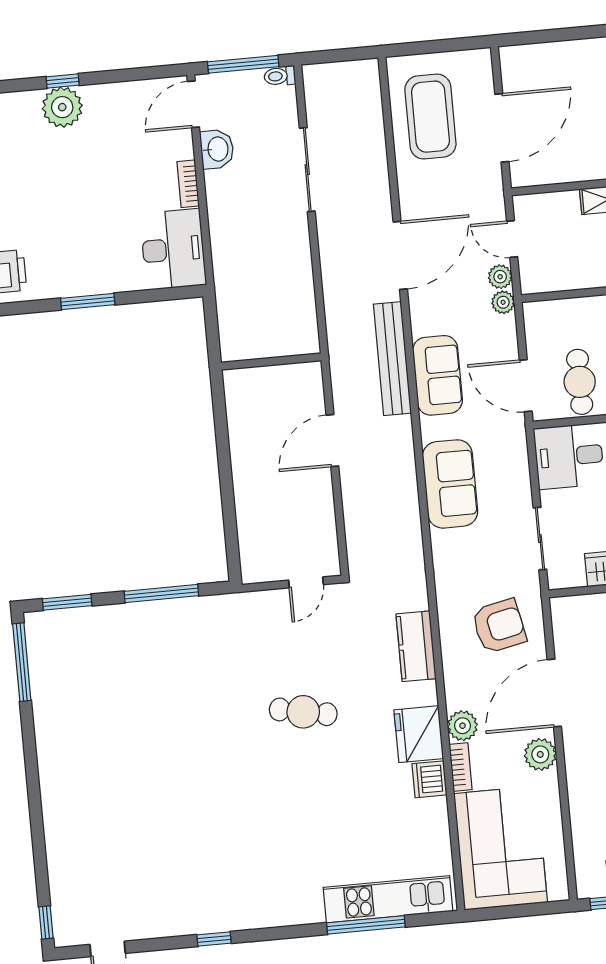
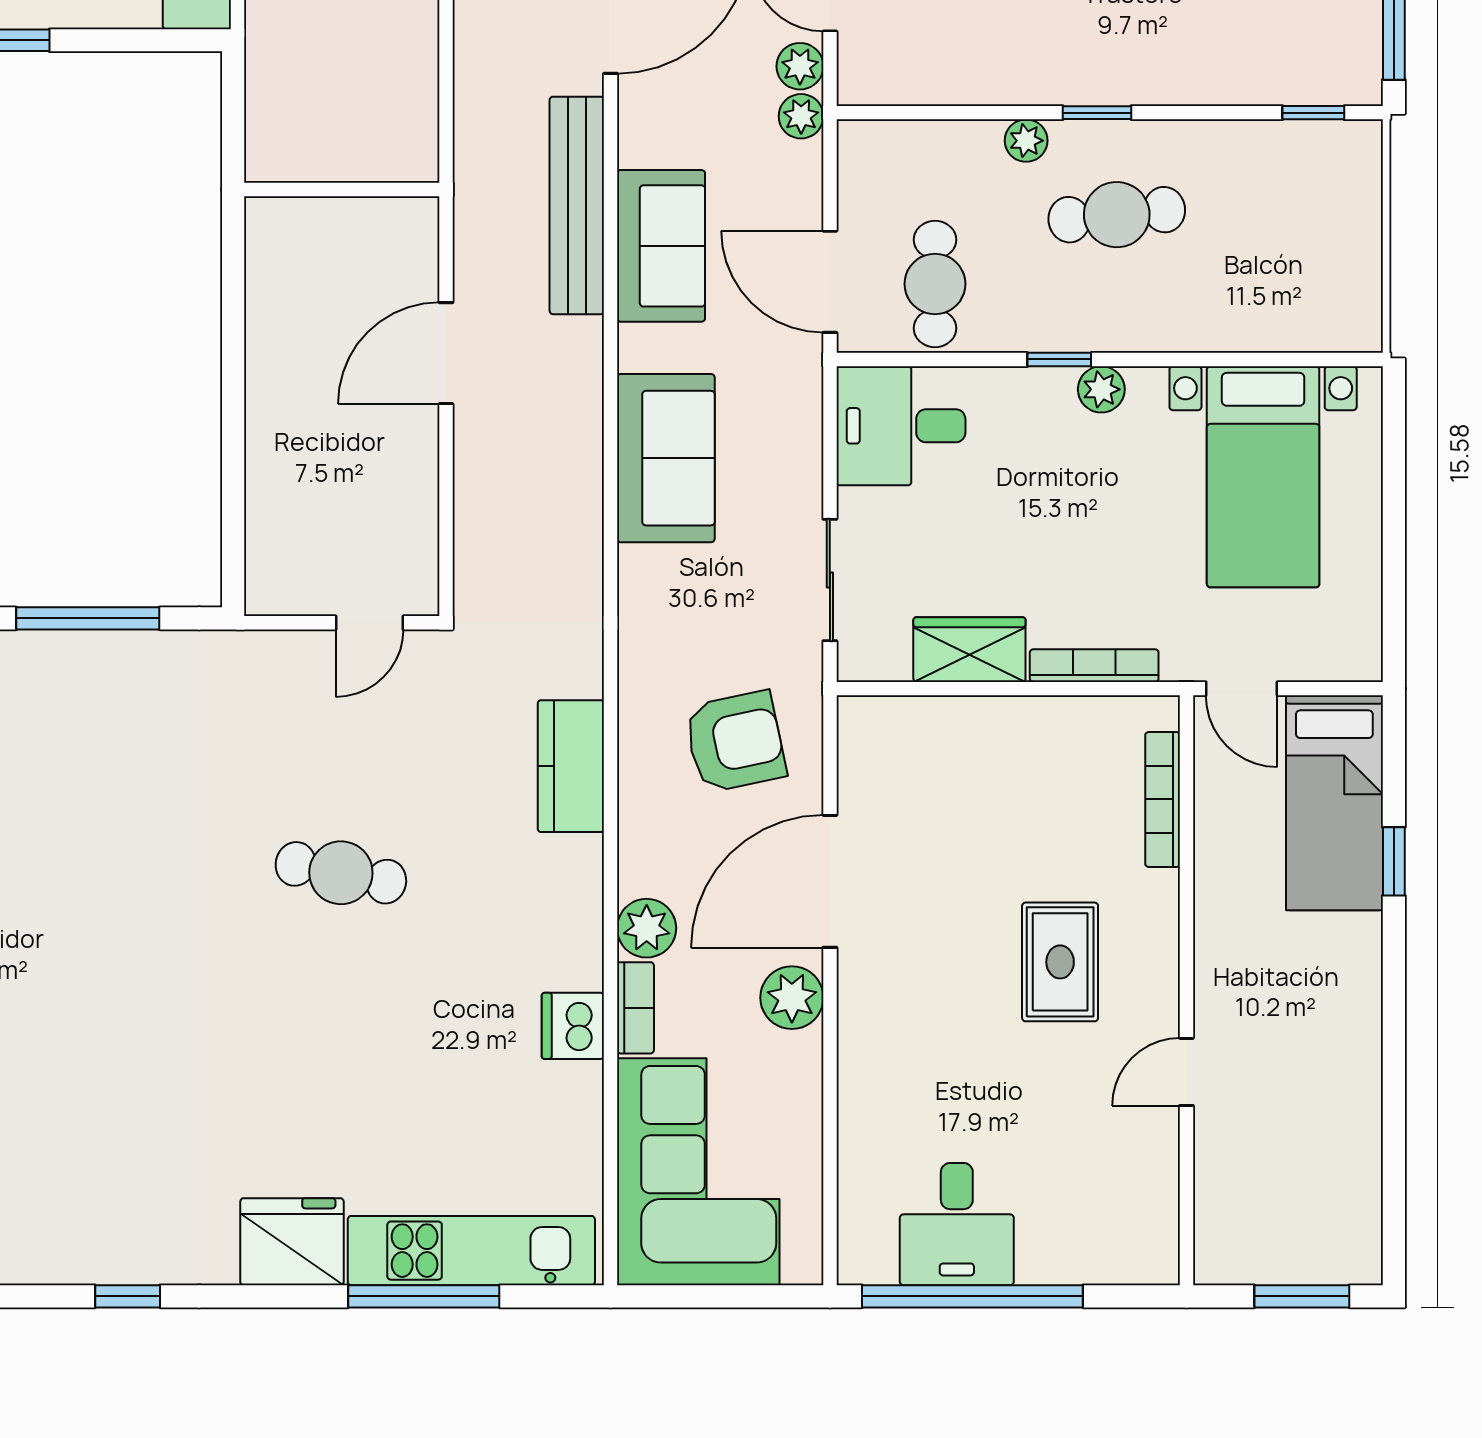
fridge: (419, 734) -> (292, 1242), moved, turned 90

